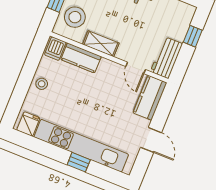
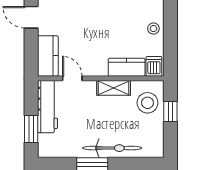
window: (193, 36) -> (31, 129), width x1.50
workbench: (166, 58) -> (47, 107), width x1.38

